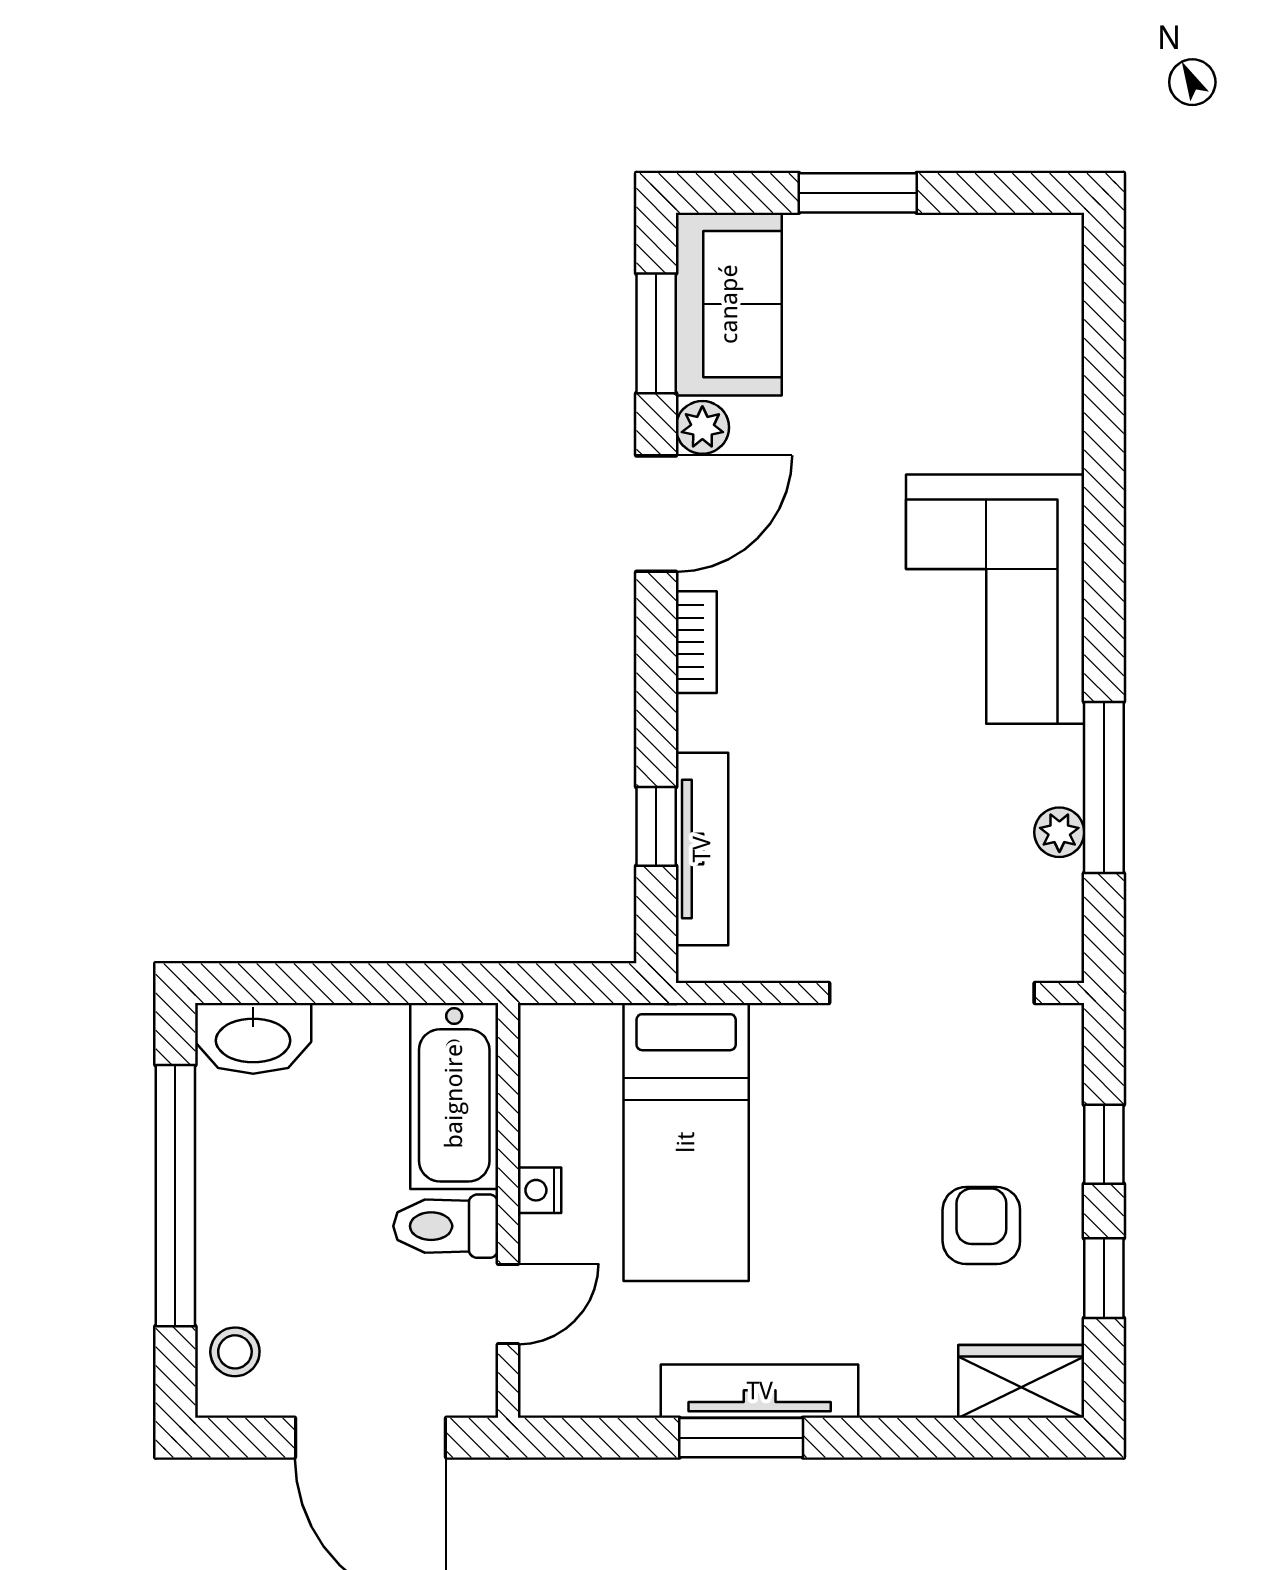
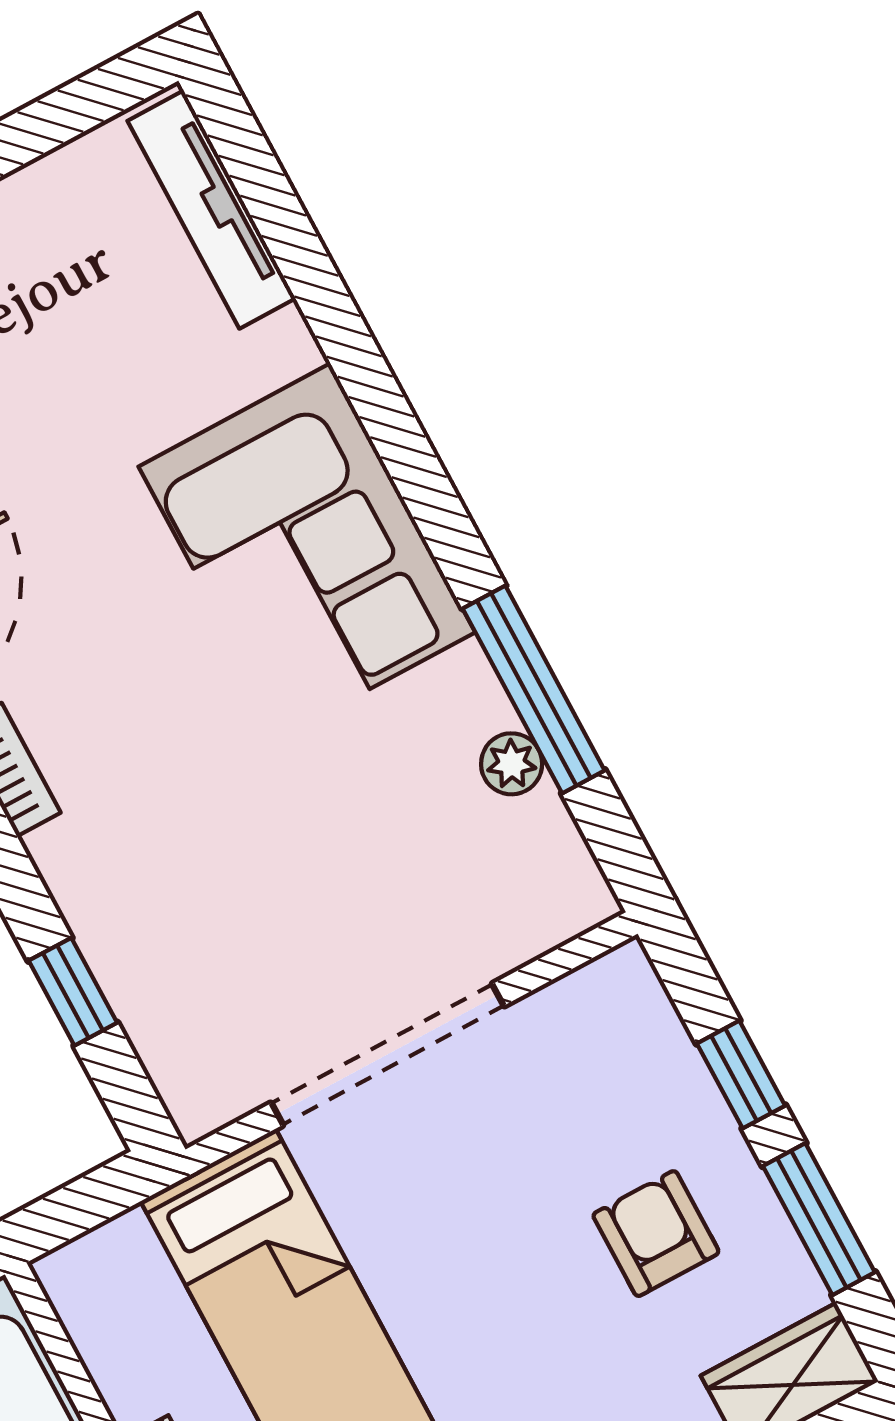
tv unit: (702, 849) -> (211, 210), moved, turned 180
doorway: (932, 993) -> (388, 1054), moved
window: (1104, 1278) -> (819, 1219), width x1.50

